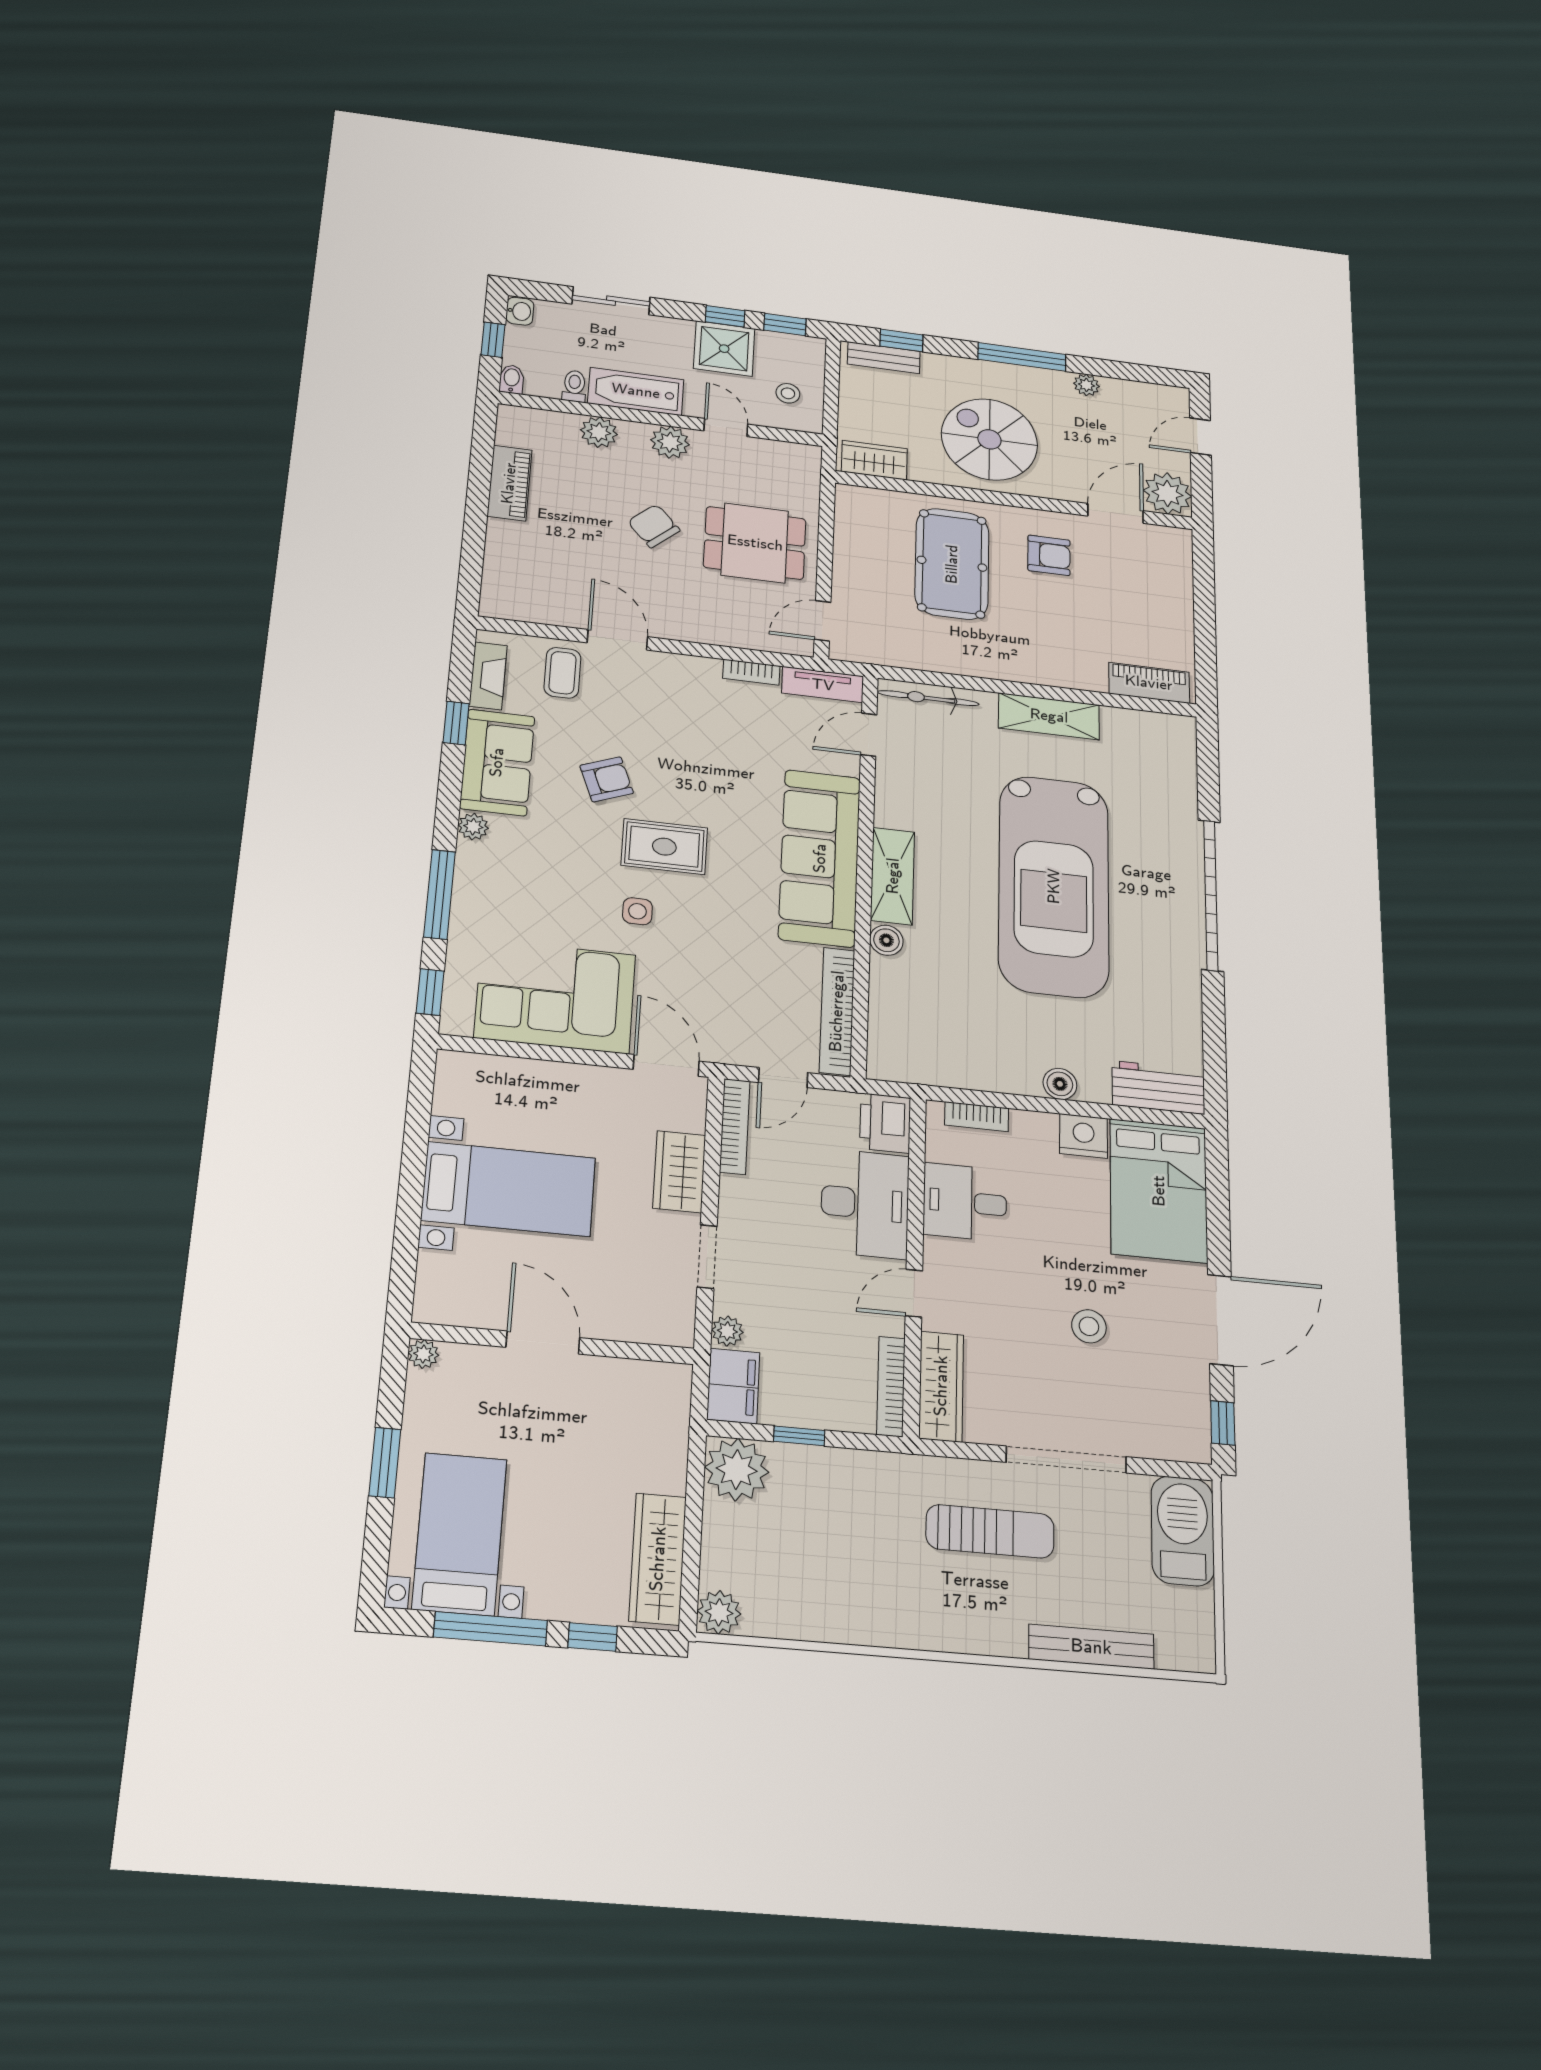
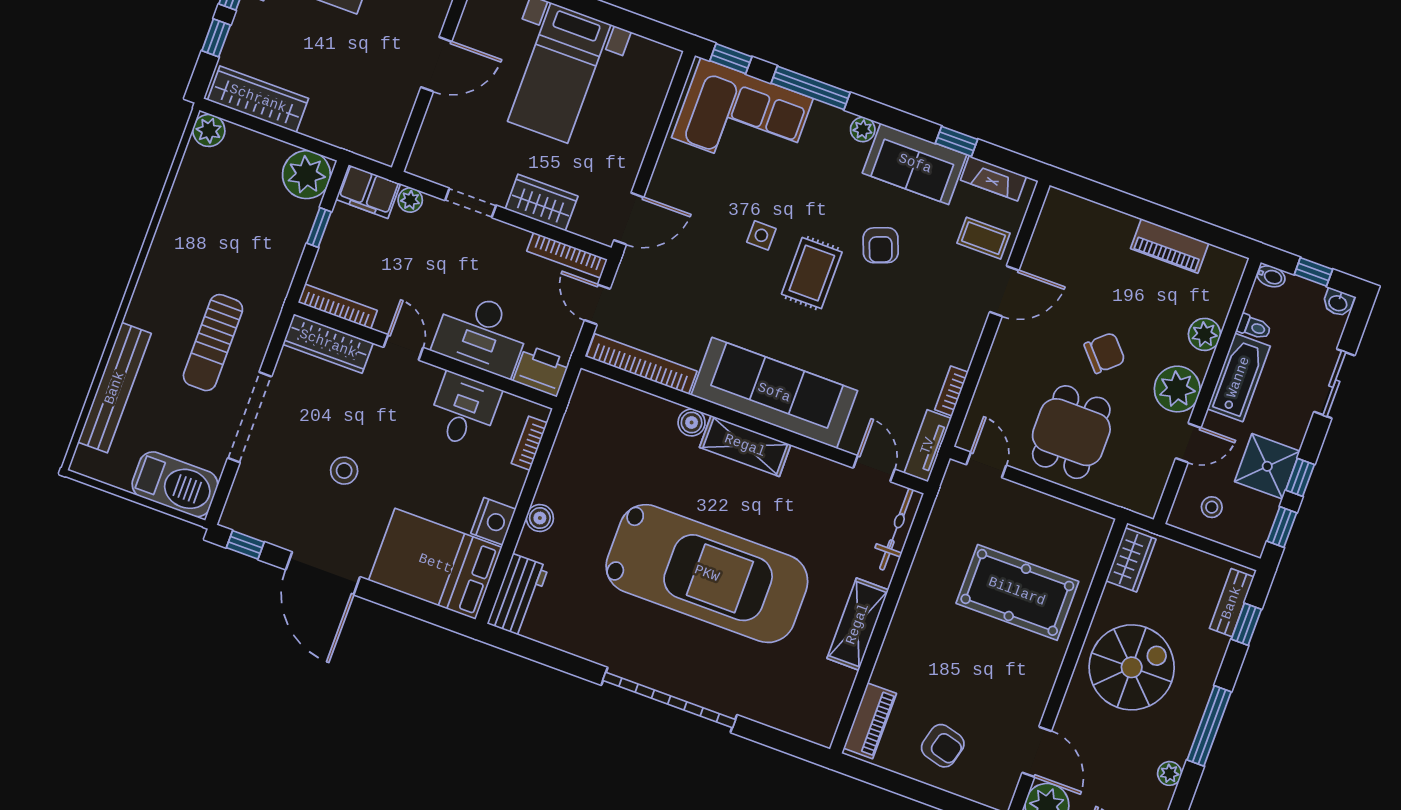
plant: (670, 442) -> (1177, 389), width x1.36, depth x1.36
armchair: (1049, 555) -> (943, 746), moved, turned -75
car: (1054, 886) -> (707, 574), turned 180
corner sofa: (555, 996) -> (742, 118), moved, turned 90
bench: (1091, 1647) -> (115, 388), width x1.37, depth x1.21

